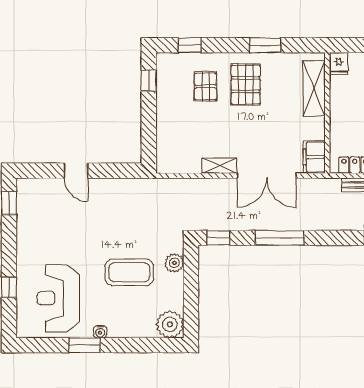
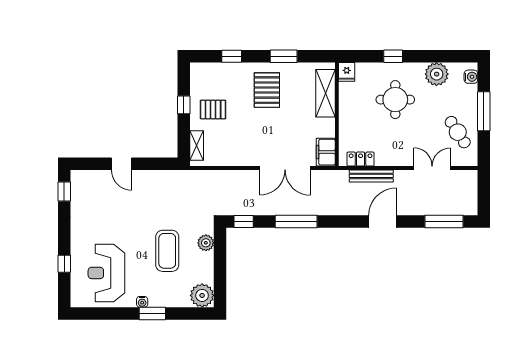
window: (190, 45) -> (232, 56), moved
window: (149, 81) -> (184, 105), moved
pallet: (206, 87) -> (213, 110), moved, turned 90
shelving: (219, 166) -> (197, 146), moved, turned 90
coffee table: (129, 272) -> (167, 251), turned 90
window: (84, 345) -> (152, 313), moved

